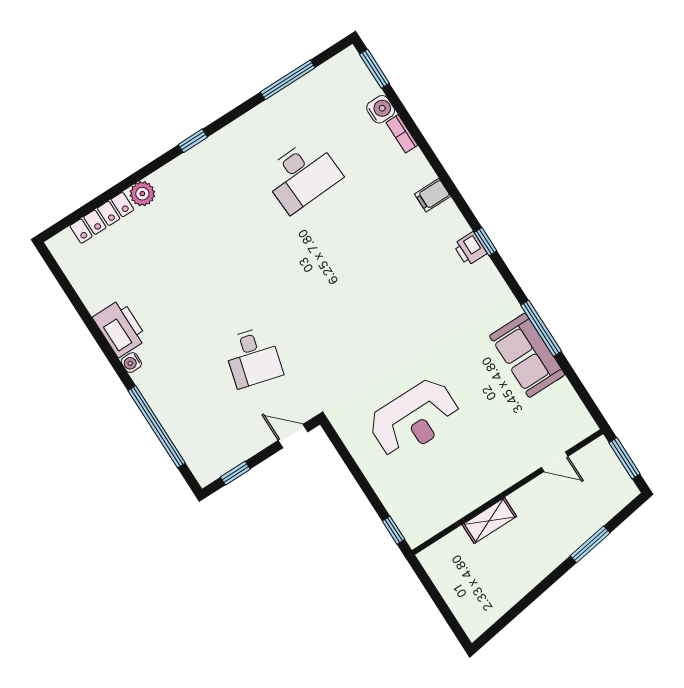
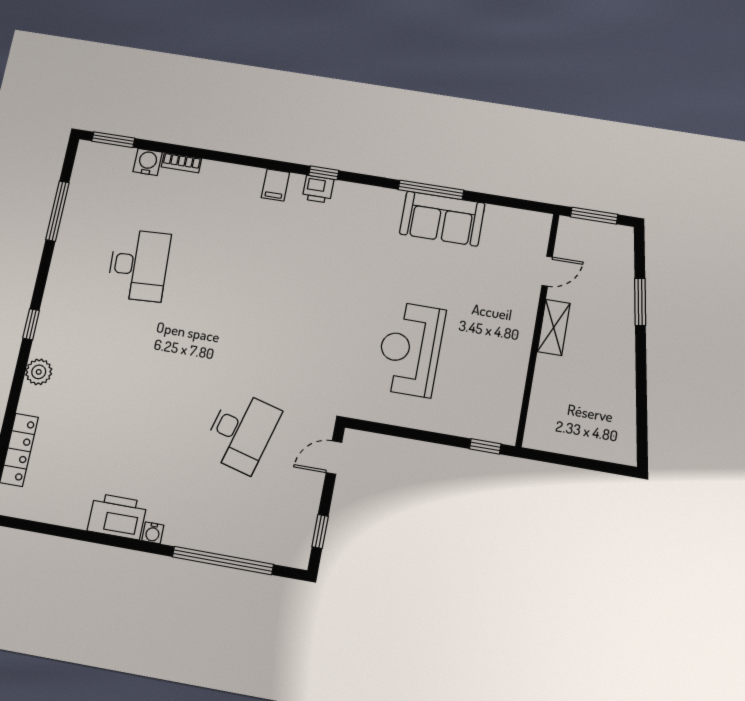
plant: (142, 194) -> (39, 372), moved
filing cabinet: (433, 195) -> (275, 185), moved
desk: (253, 357) -> (241, 432), width x1.37
reception desk: (414, 419) -> (410, 349), turned 180
shelving: (489, 521) -> (554, 327), moved

